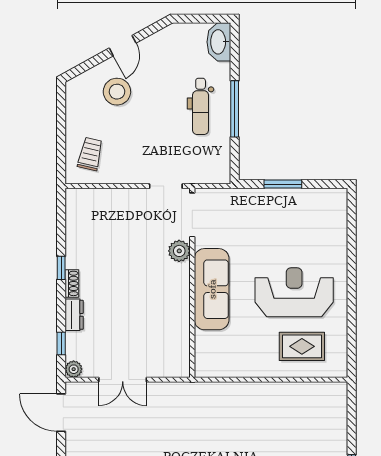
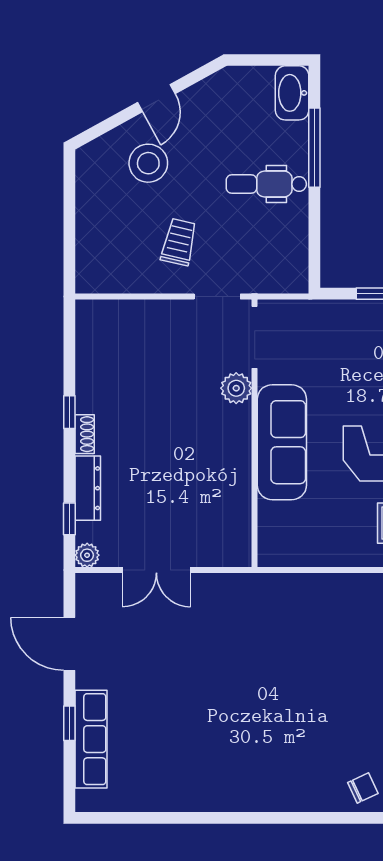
dental chair: (201, 106) -> (266, 184), turned 90
window: (235, 109) -> (314, 148), moved
trolley: (90, 154) -> (179, 242), moved
dresser: (74, 315) -> (88, 488), width x1.44
door: (61, 413) -> (69, 644), moved

